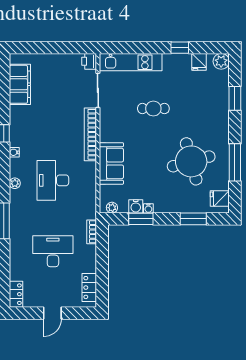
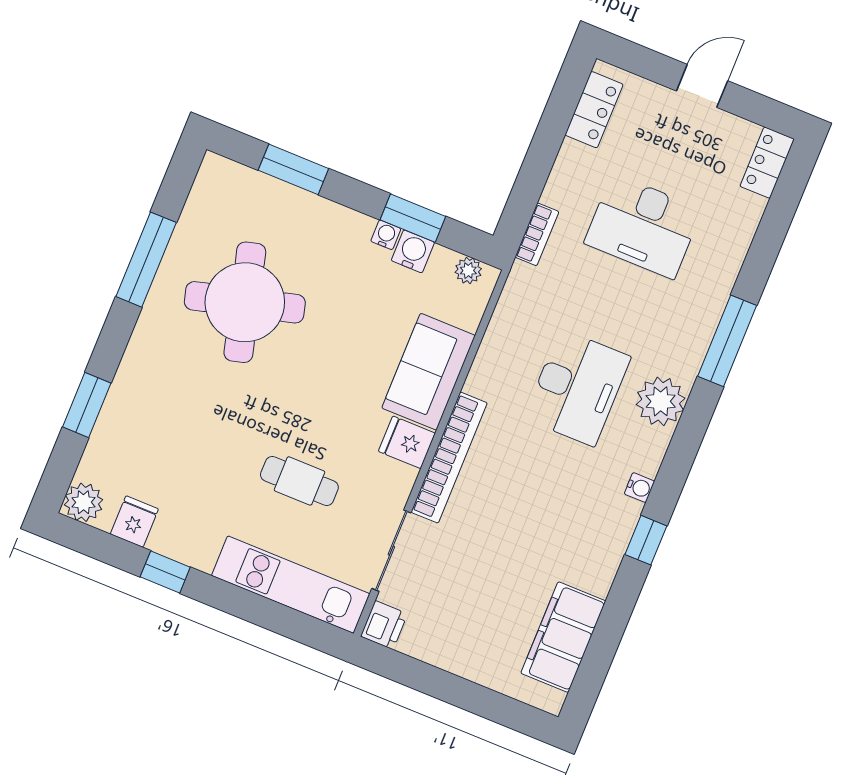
cafe table: (153, 109) -> (299, 481), moved
plant: (15, 183) -> (661, 401), width x1.87, depth x1.87
fridge: (220, 199) -> (407, 442), moved, turned 180

